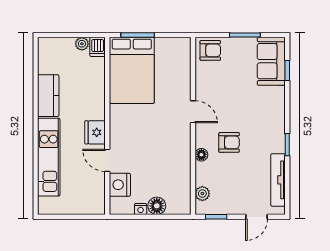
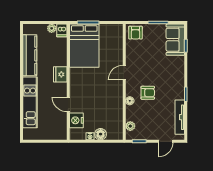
armchair: (210, 50) -> (135, 33), turned 90
kitchen counter: (48, 96) -> (30, 55), width x1.50
door: (193, 112) -> (124, 73), swing flipped
fridge: (95, 132) -> (60, 74), moved

